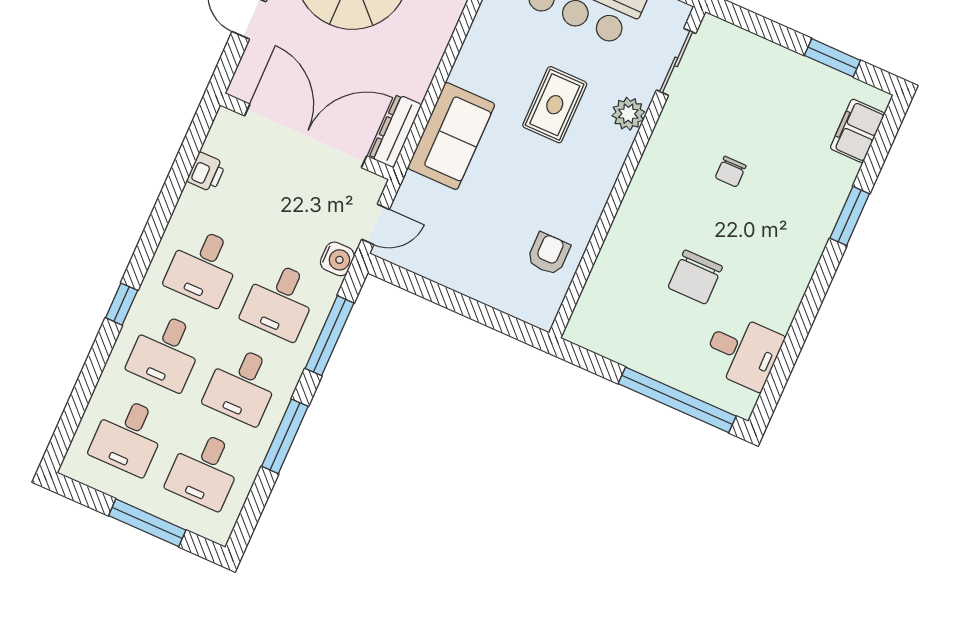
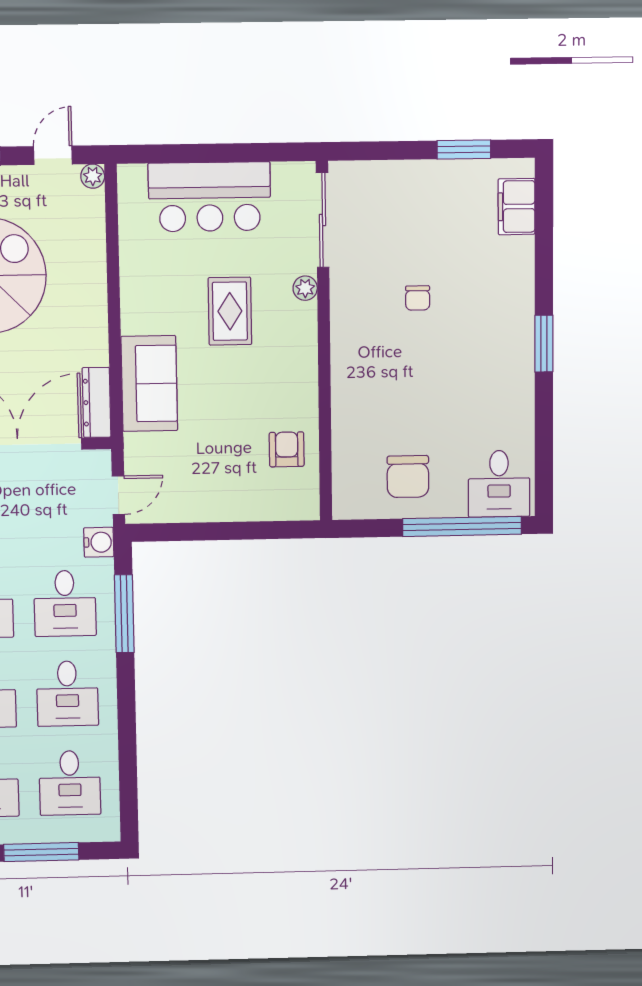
sliding door: (676, 62) -> (323, 220), width x1.37
plant: (628, 114) -> (305, 288), width x0.73, depth x0.73
window: (850, 216) -> (544, 344), moved
chair: (695, 277) -> (408, 477), moved
desk: (743, 352) -> (499, 484), moved, turned 90
window: (285, 436) -> (127, 721), removed

